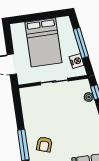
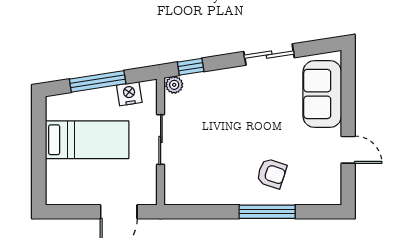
bed: (43, 42) -> (87, 140), width x0.67
plant: (89, 97) -> (174, 85), moved

